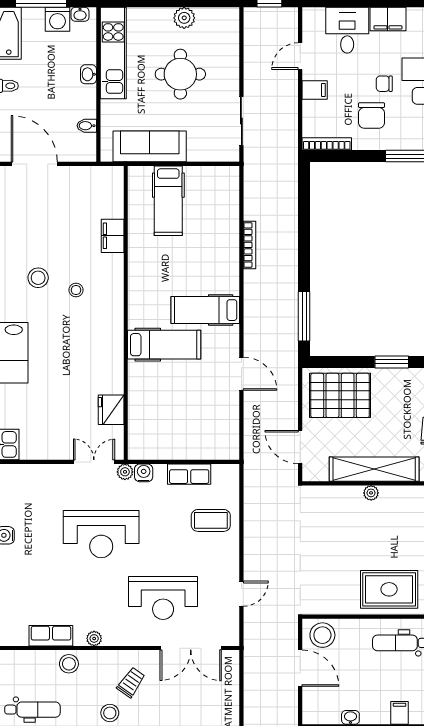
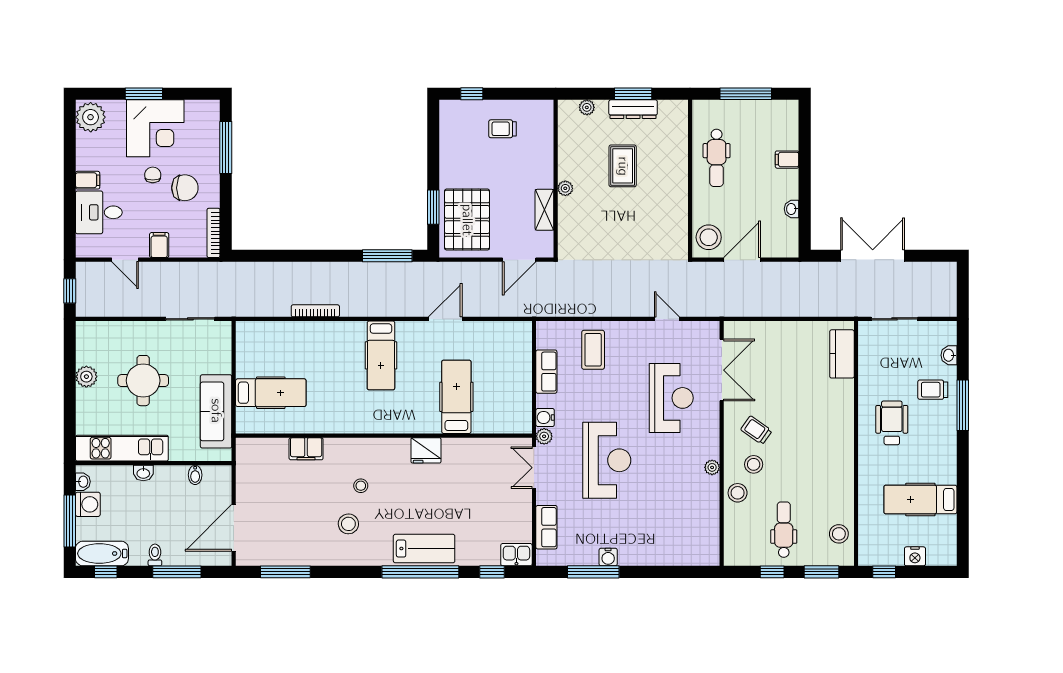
filing cabinet: (388, 19) -> (88, 180), width x0.50
chair: (384, 84) -> (153, 175), turned 180
hospital bed: (164, 345) -> (456, 397), moved
window: (392, 362) -> (433, 207), moved
fridge: (111, 410) -> (426, 450), moved
shelving: (374, 469) -> (544, 210), width x0.45, depth x0.75
rug: (389, 589) -> (623, 166), moved, width x0.73, depth x0.70
row of seats: (51, 636) -> (546, 527), moved, turned 180
stool: (110, 713) -> (754, 464), moved

